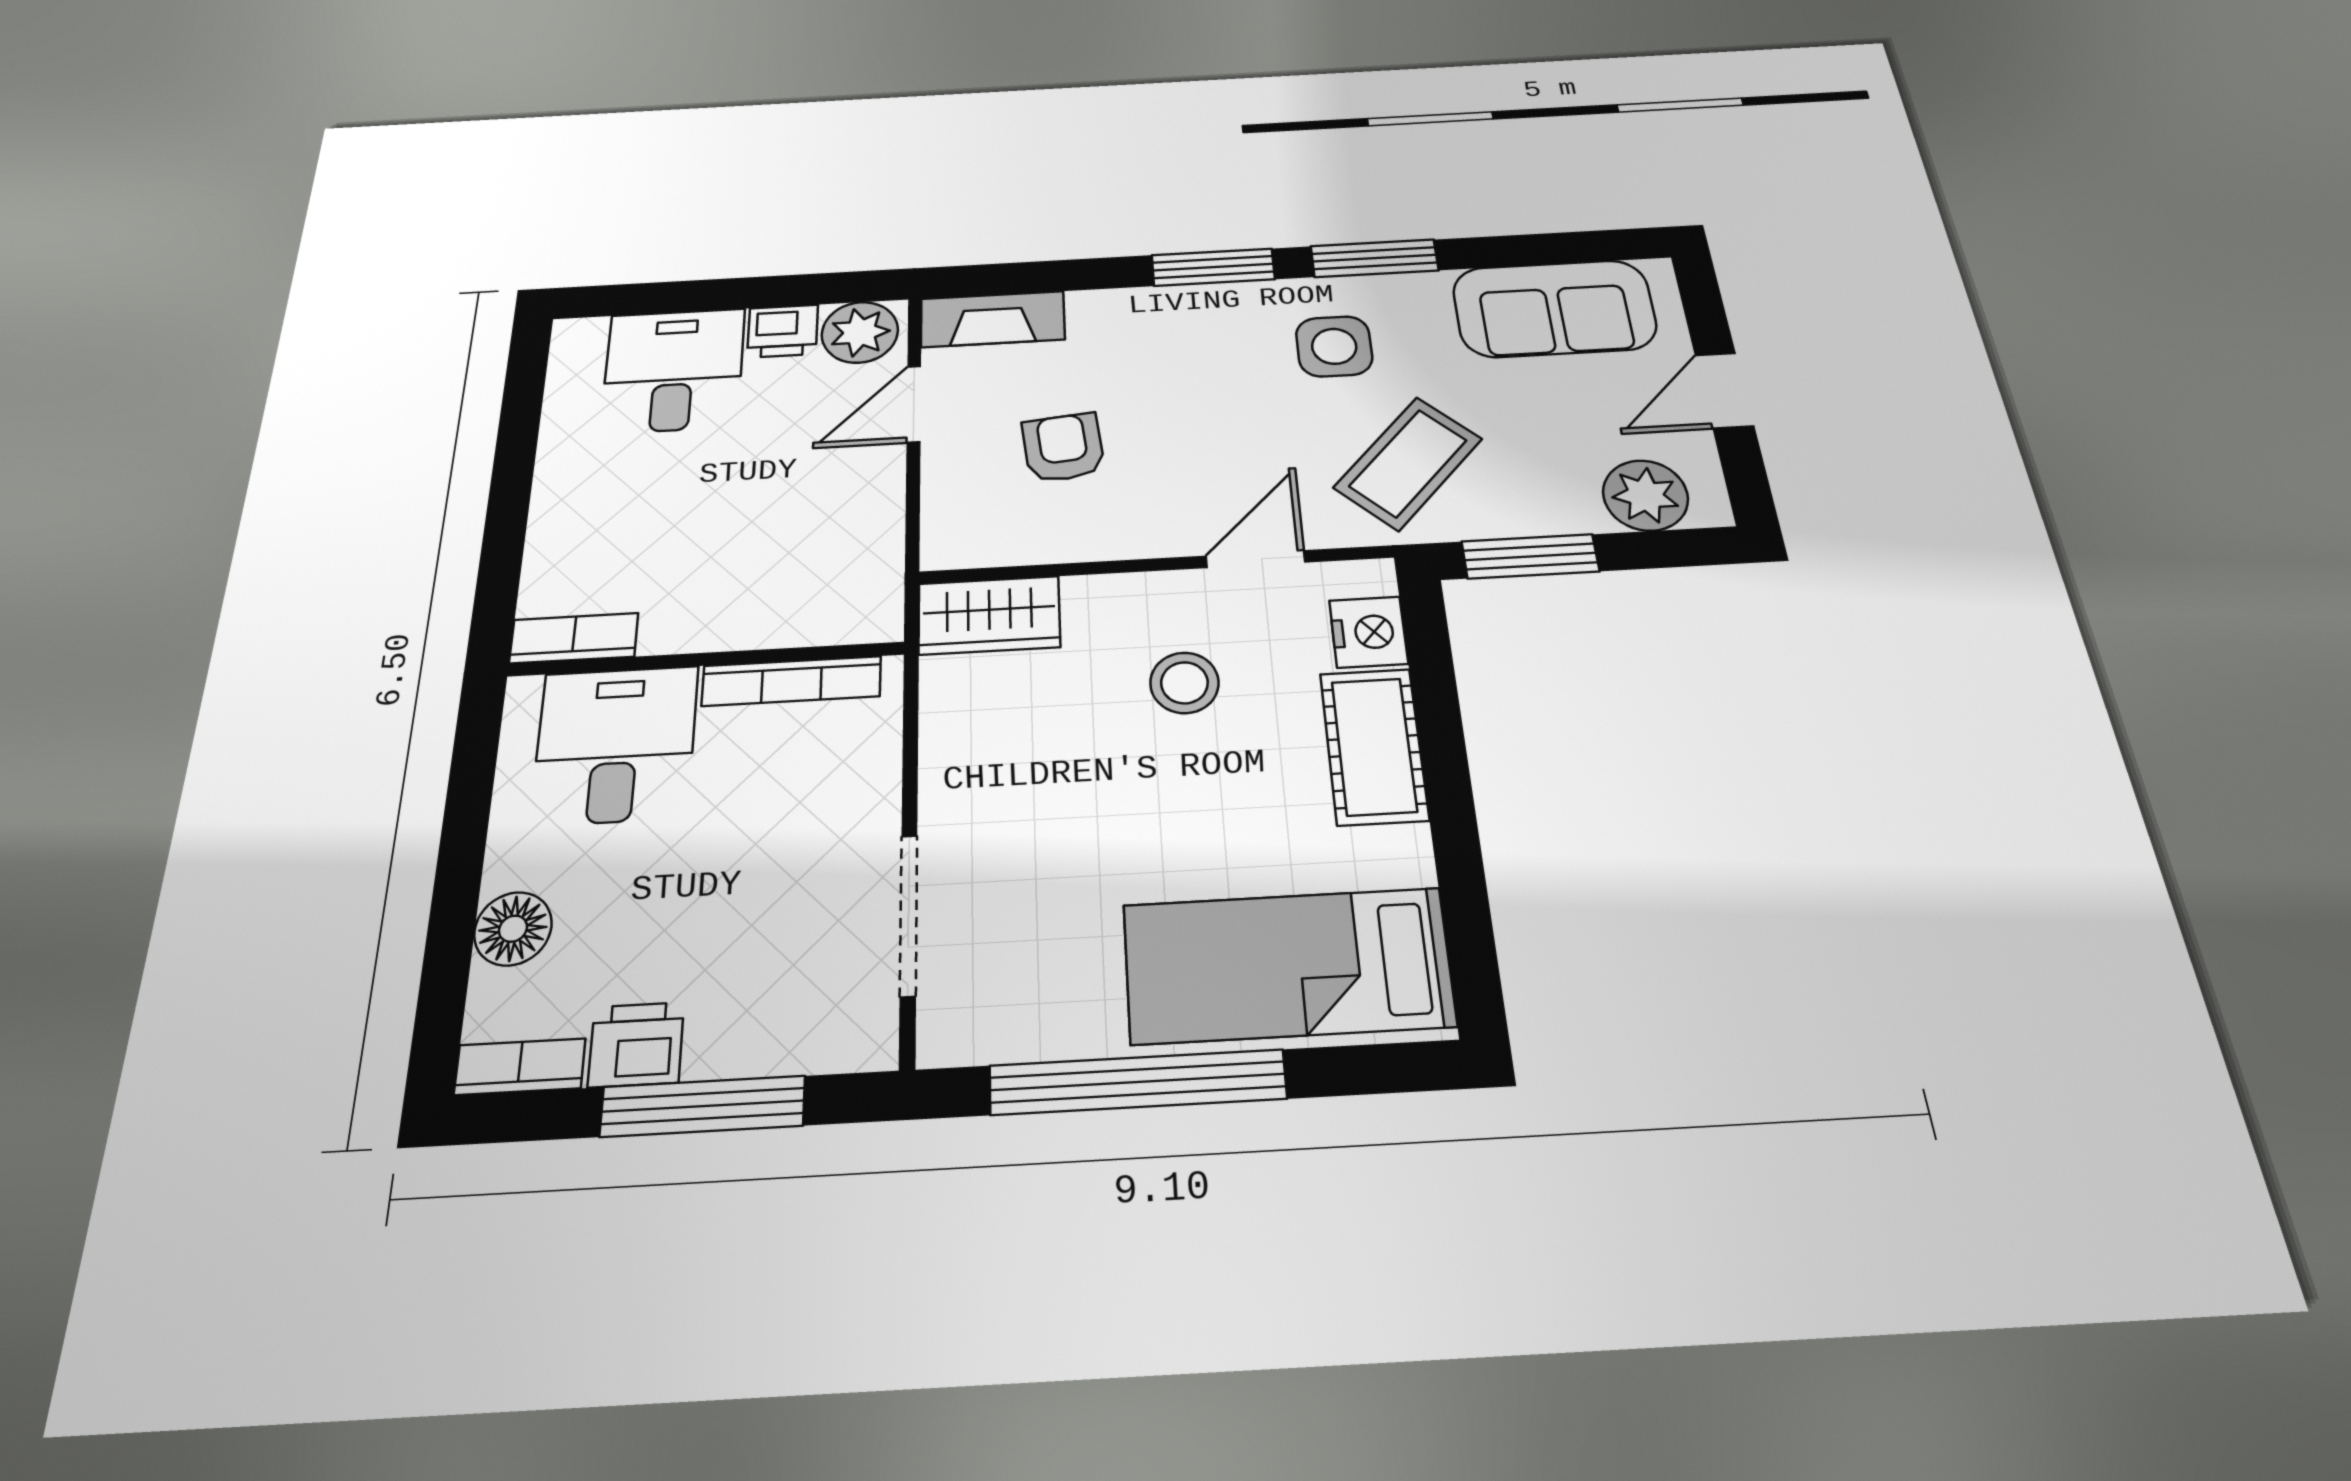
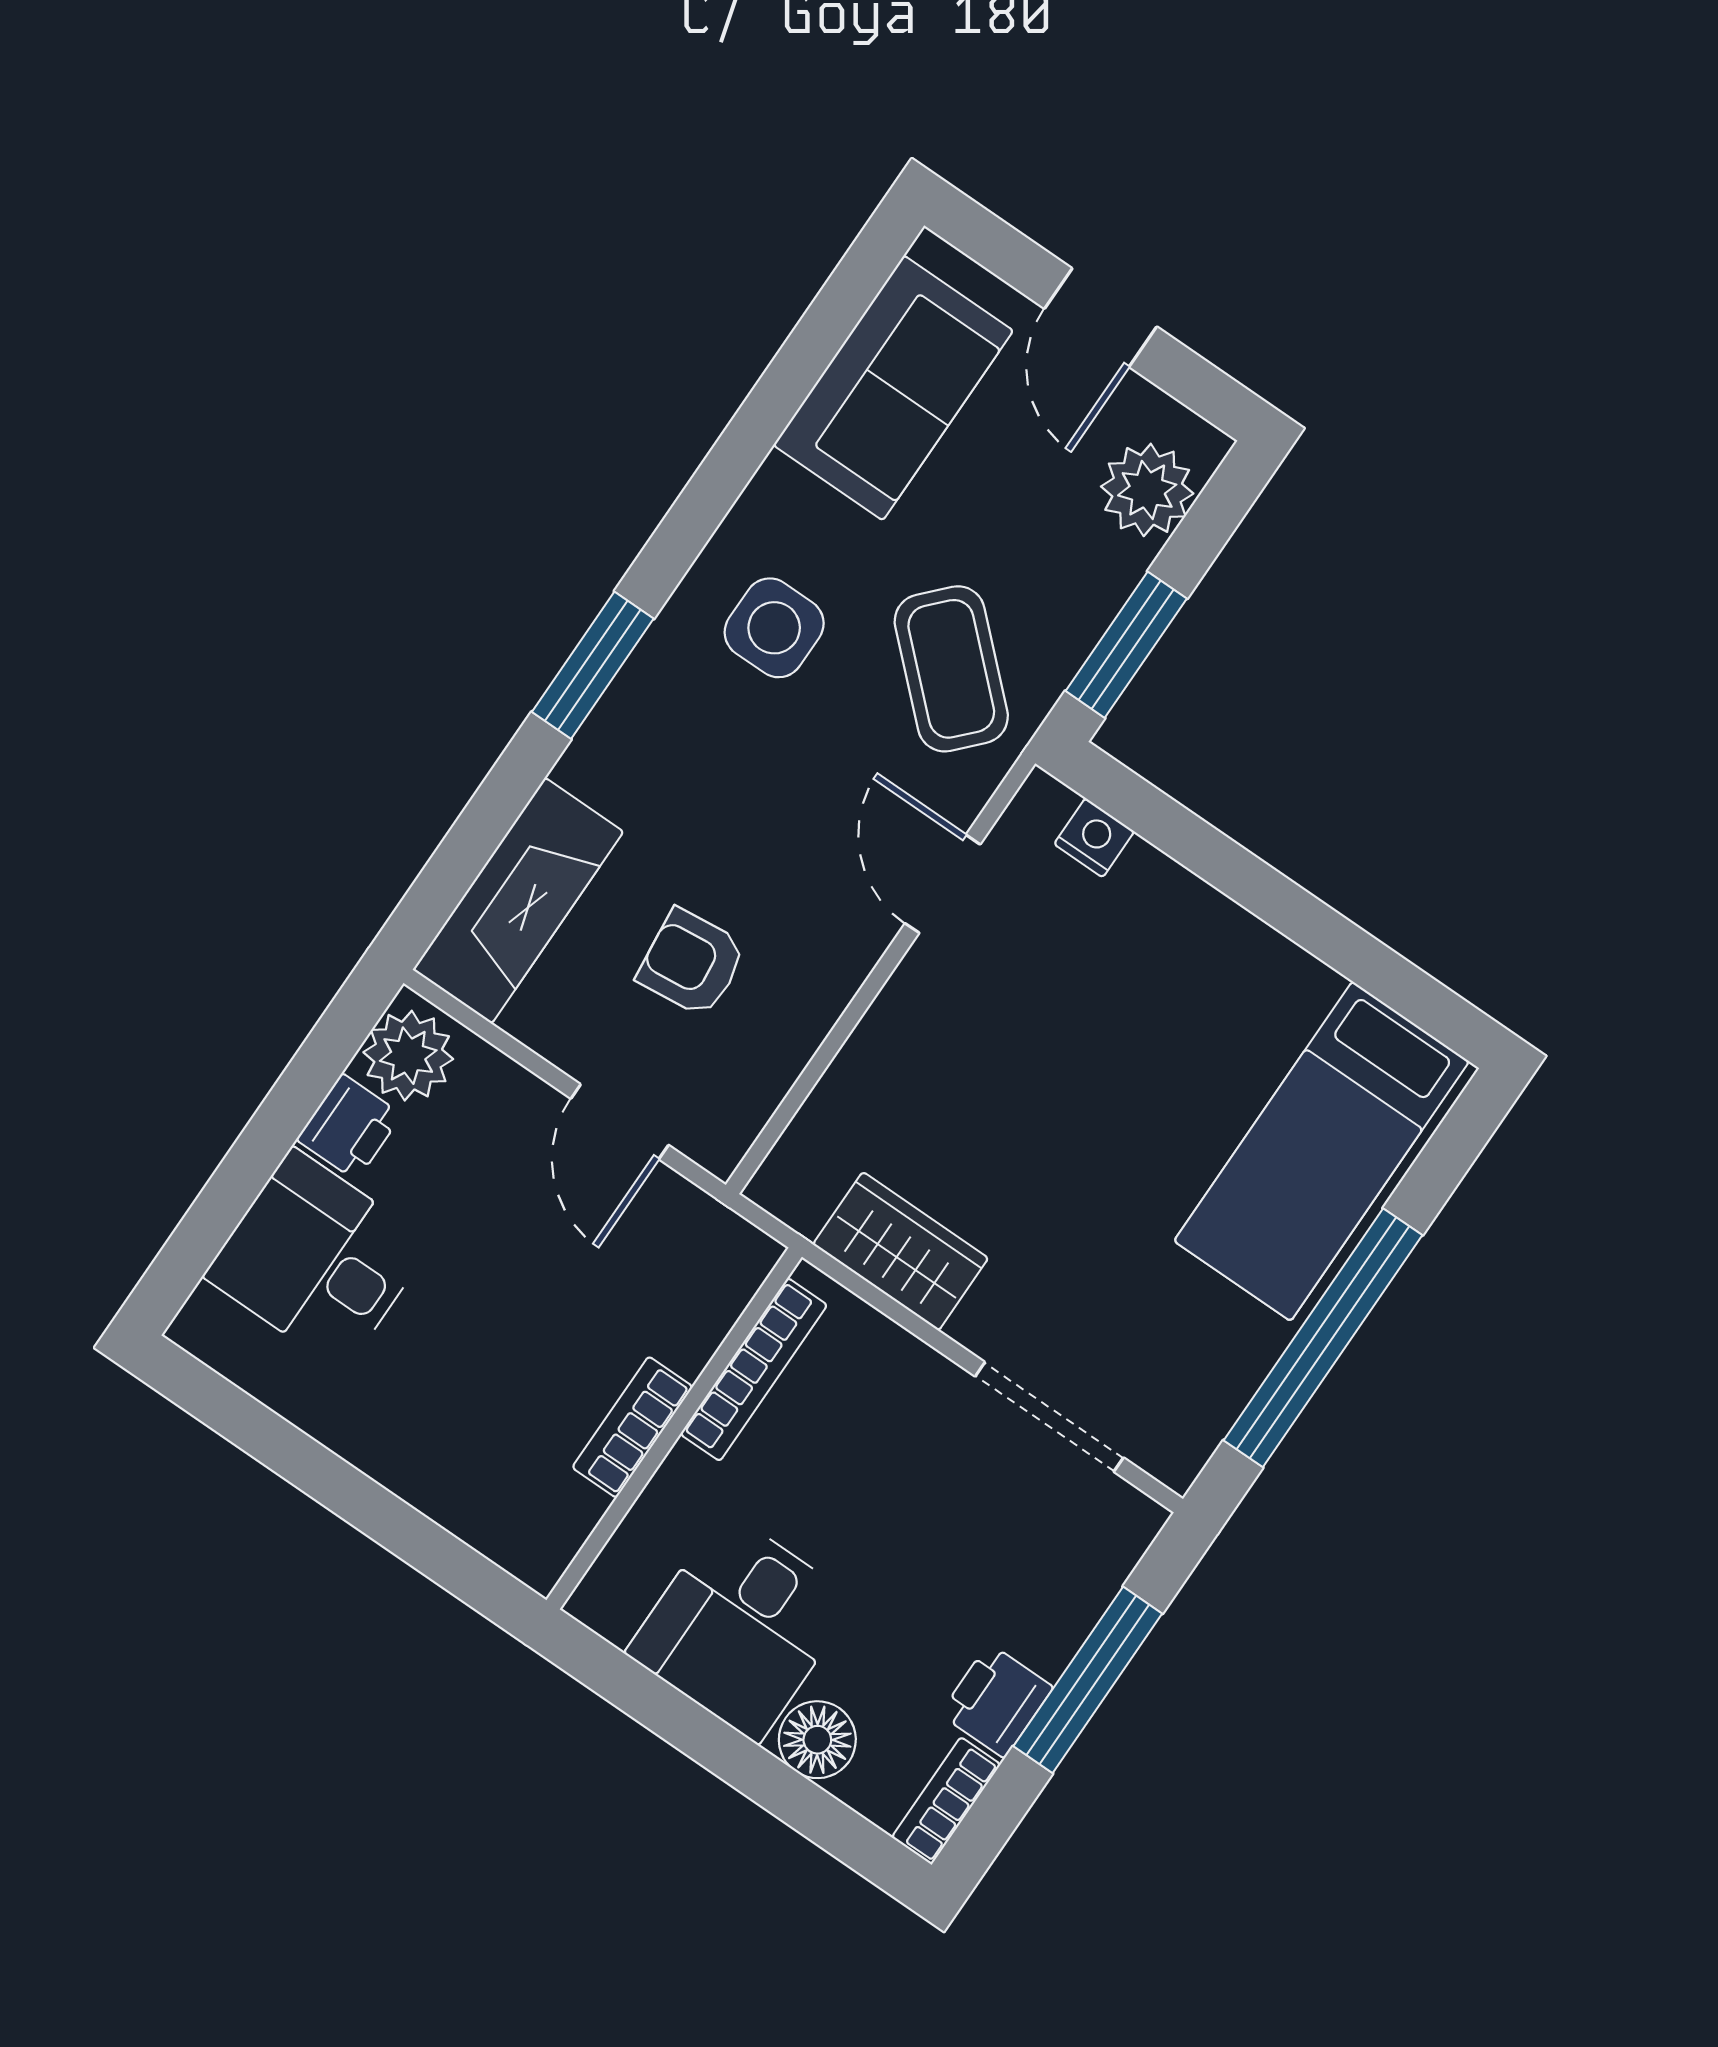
window: (1374, 258) -> (703, 504), removed
fireplace: (993, 319) -> (518, 901), width x1.37, depth x1.32
door: (914, 404) -> (620, 1122), moved
wardrobe: (989, 615) -> (901, 1251), moved, turned -90
nightstand: (1368, 632) -> (1094, 838), width x0.72, depth x0.74
bookcase: (574, 638) -> (632, 1427), moved
stool: (1184, 683) -> (1015, 1040), removed
desk: (615, 745) -> (741, 1627), moved, turned -90
cot: (1374, 746) -> (1194, 930), removed

